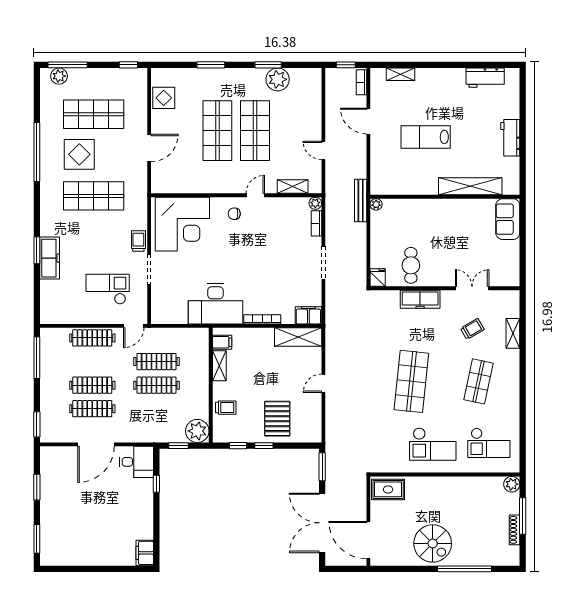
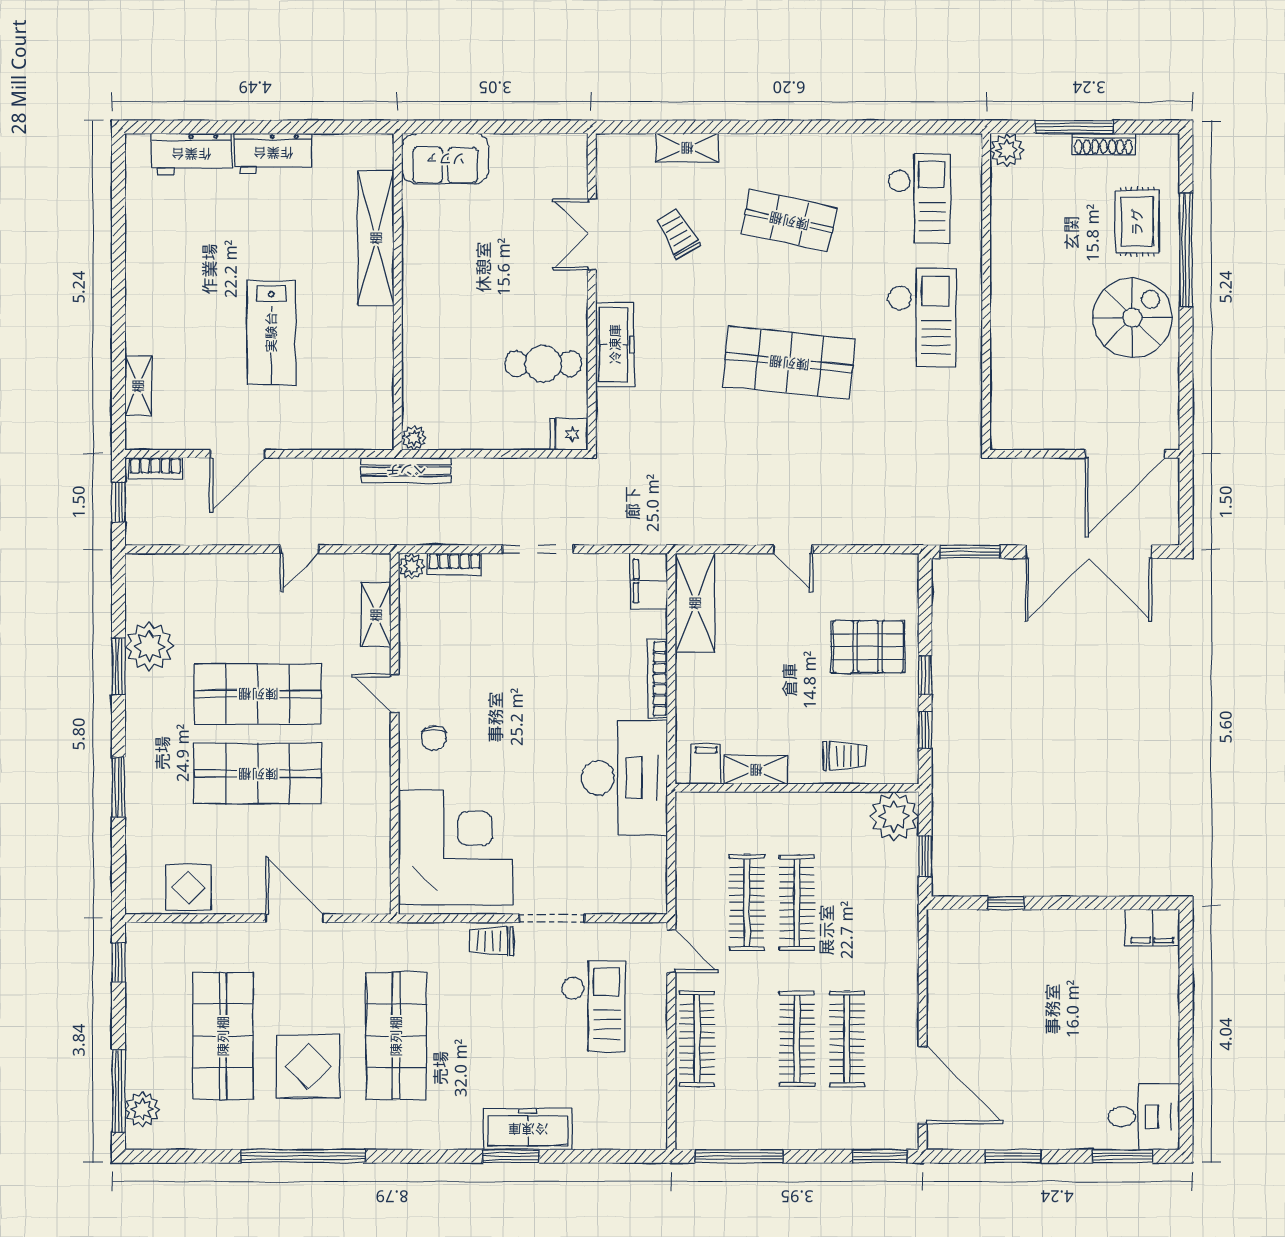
workbench: (485, 78) -> (191, 154), moved, turned 90
checkout: (108, 289) -> (594, 1006), turned 180
trolley: (226, 408) -> (845, 756), turned 90
door: (96, 444) -> (923, 1085), moved
desk: (137, 462) -> (1144, 1117), moved, turned 90
rug: (388, 489) -> (1137, 222), moved

